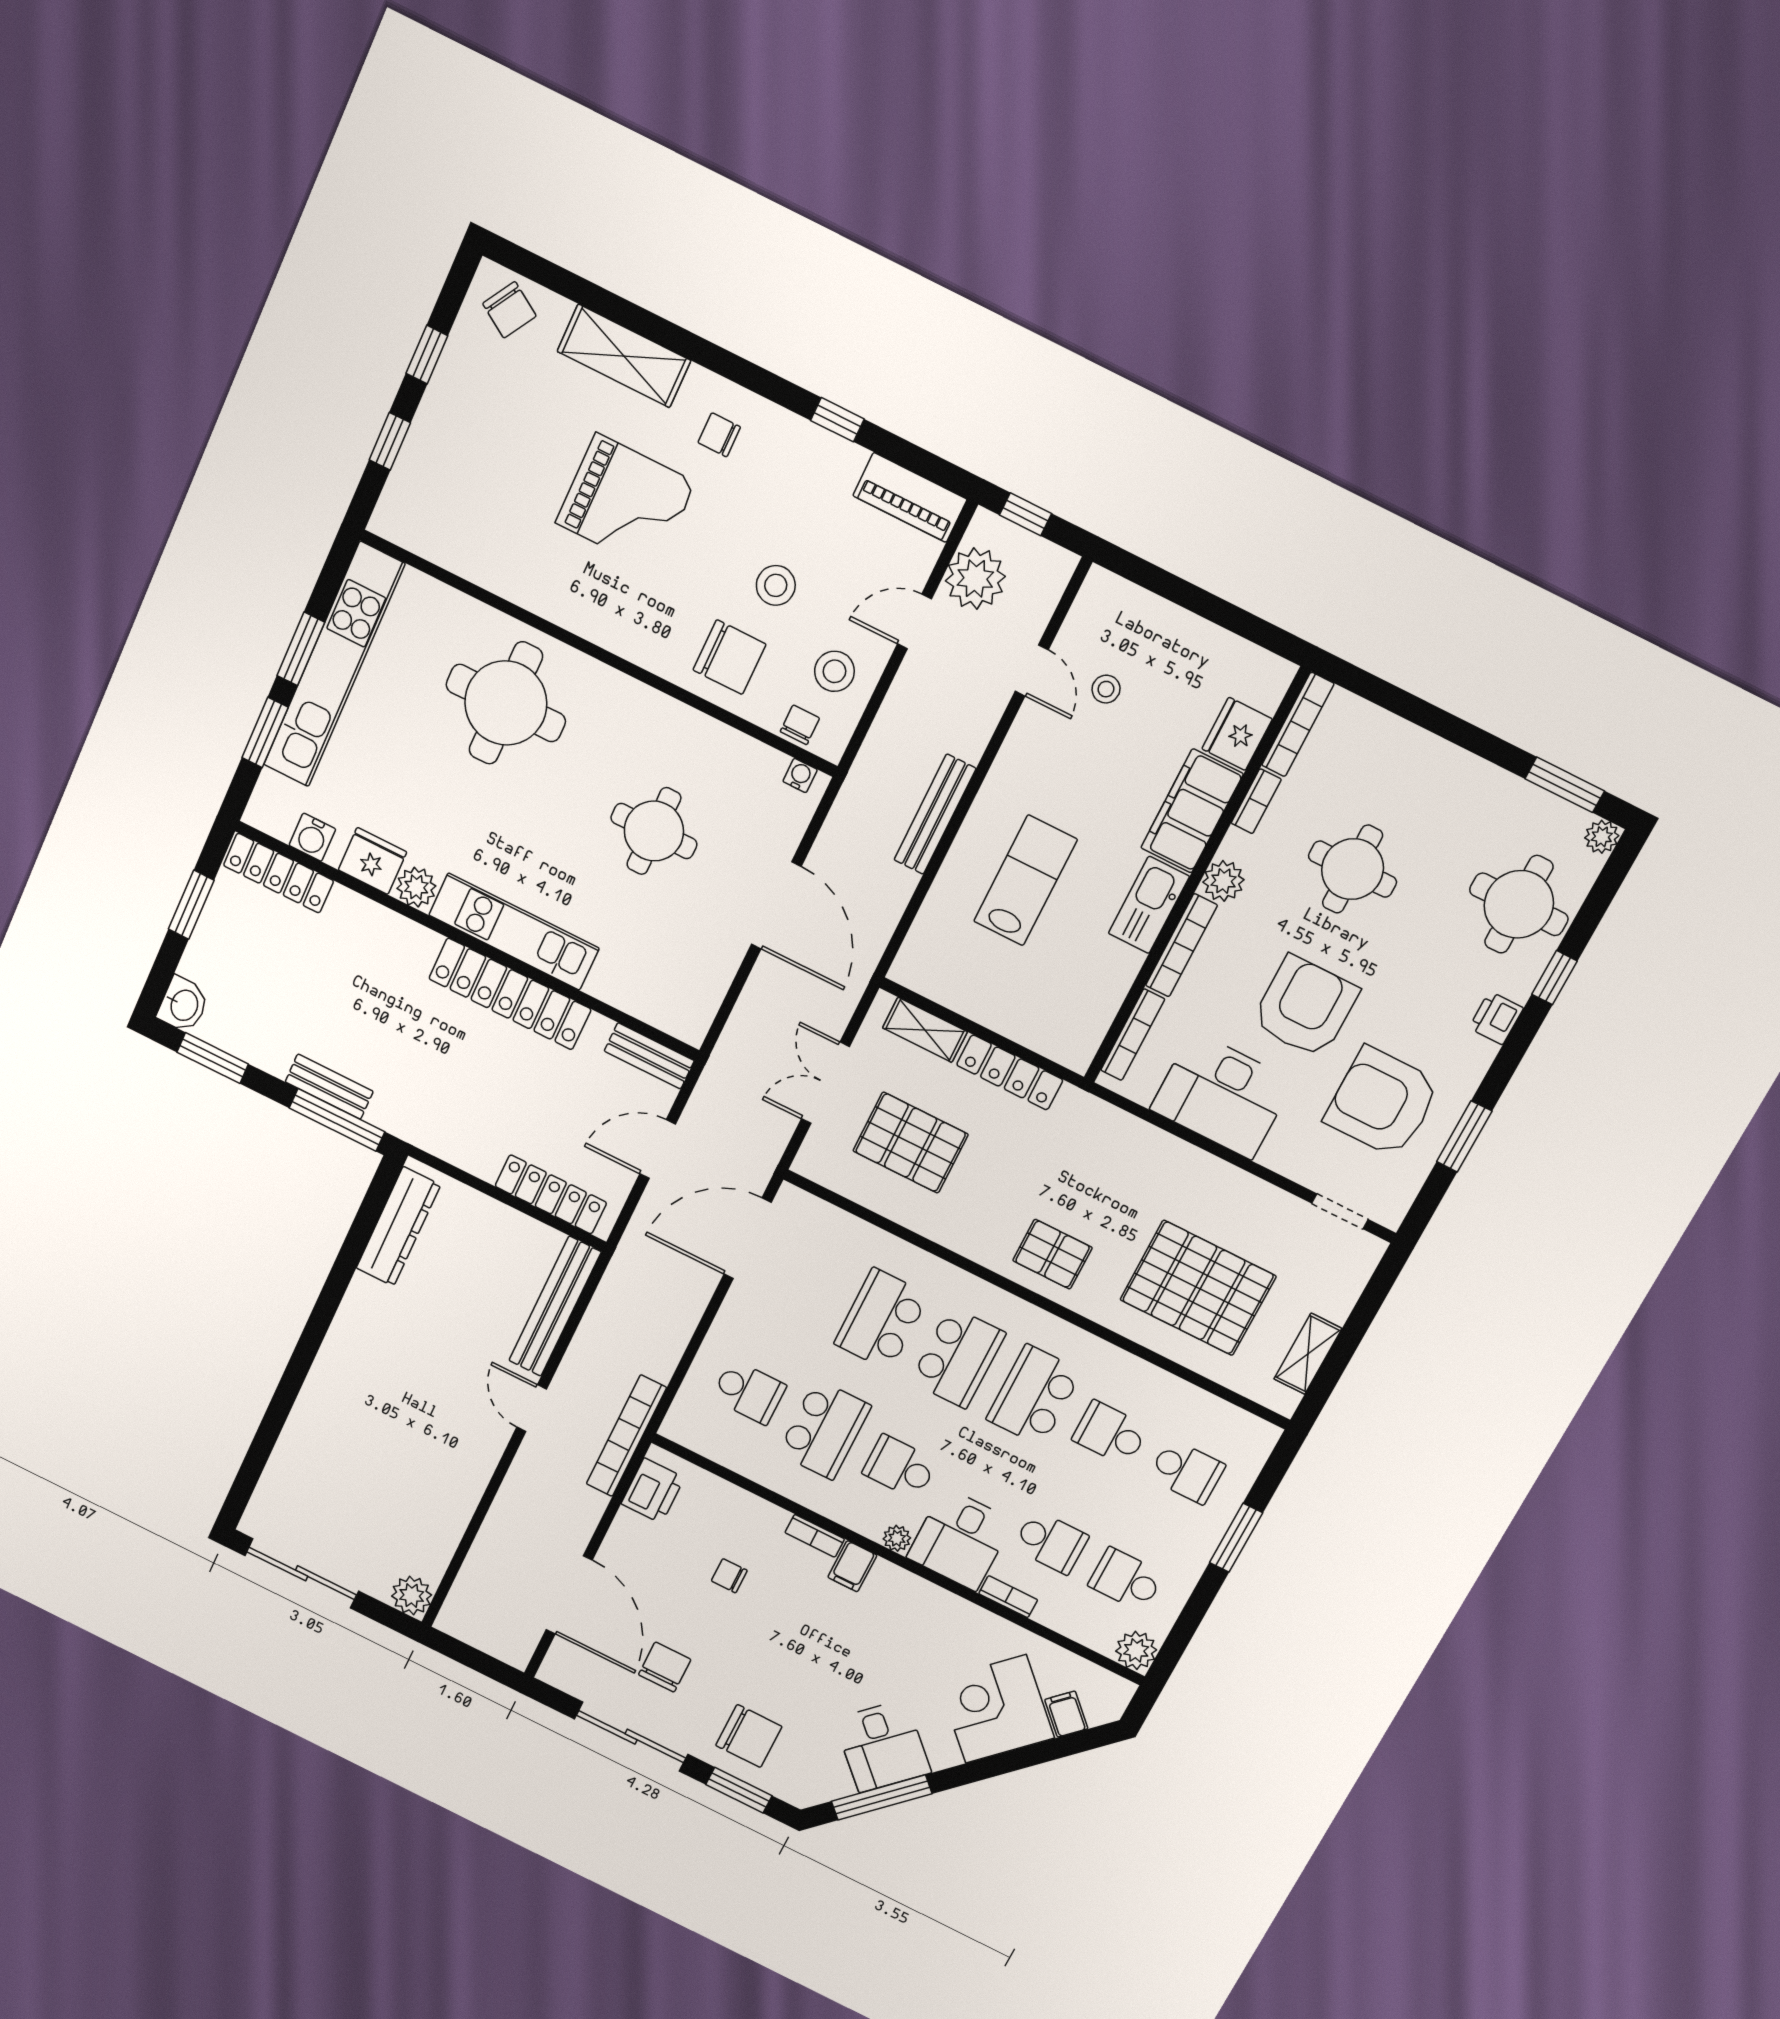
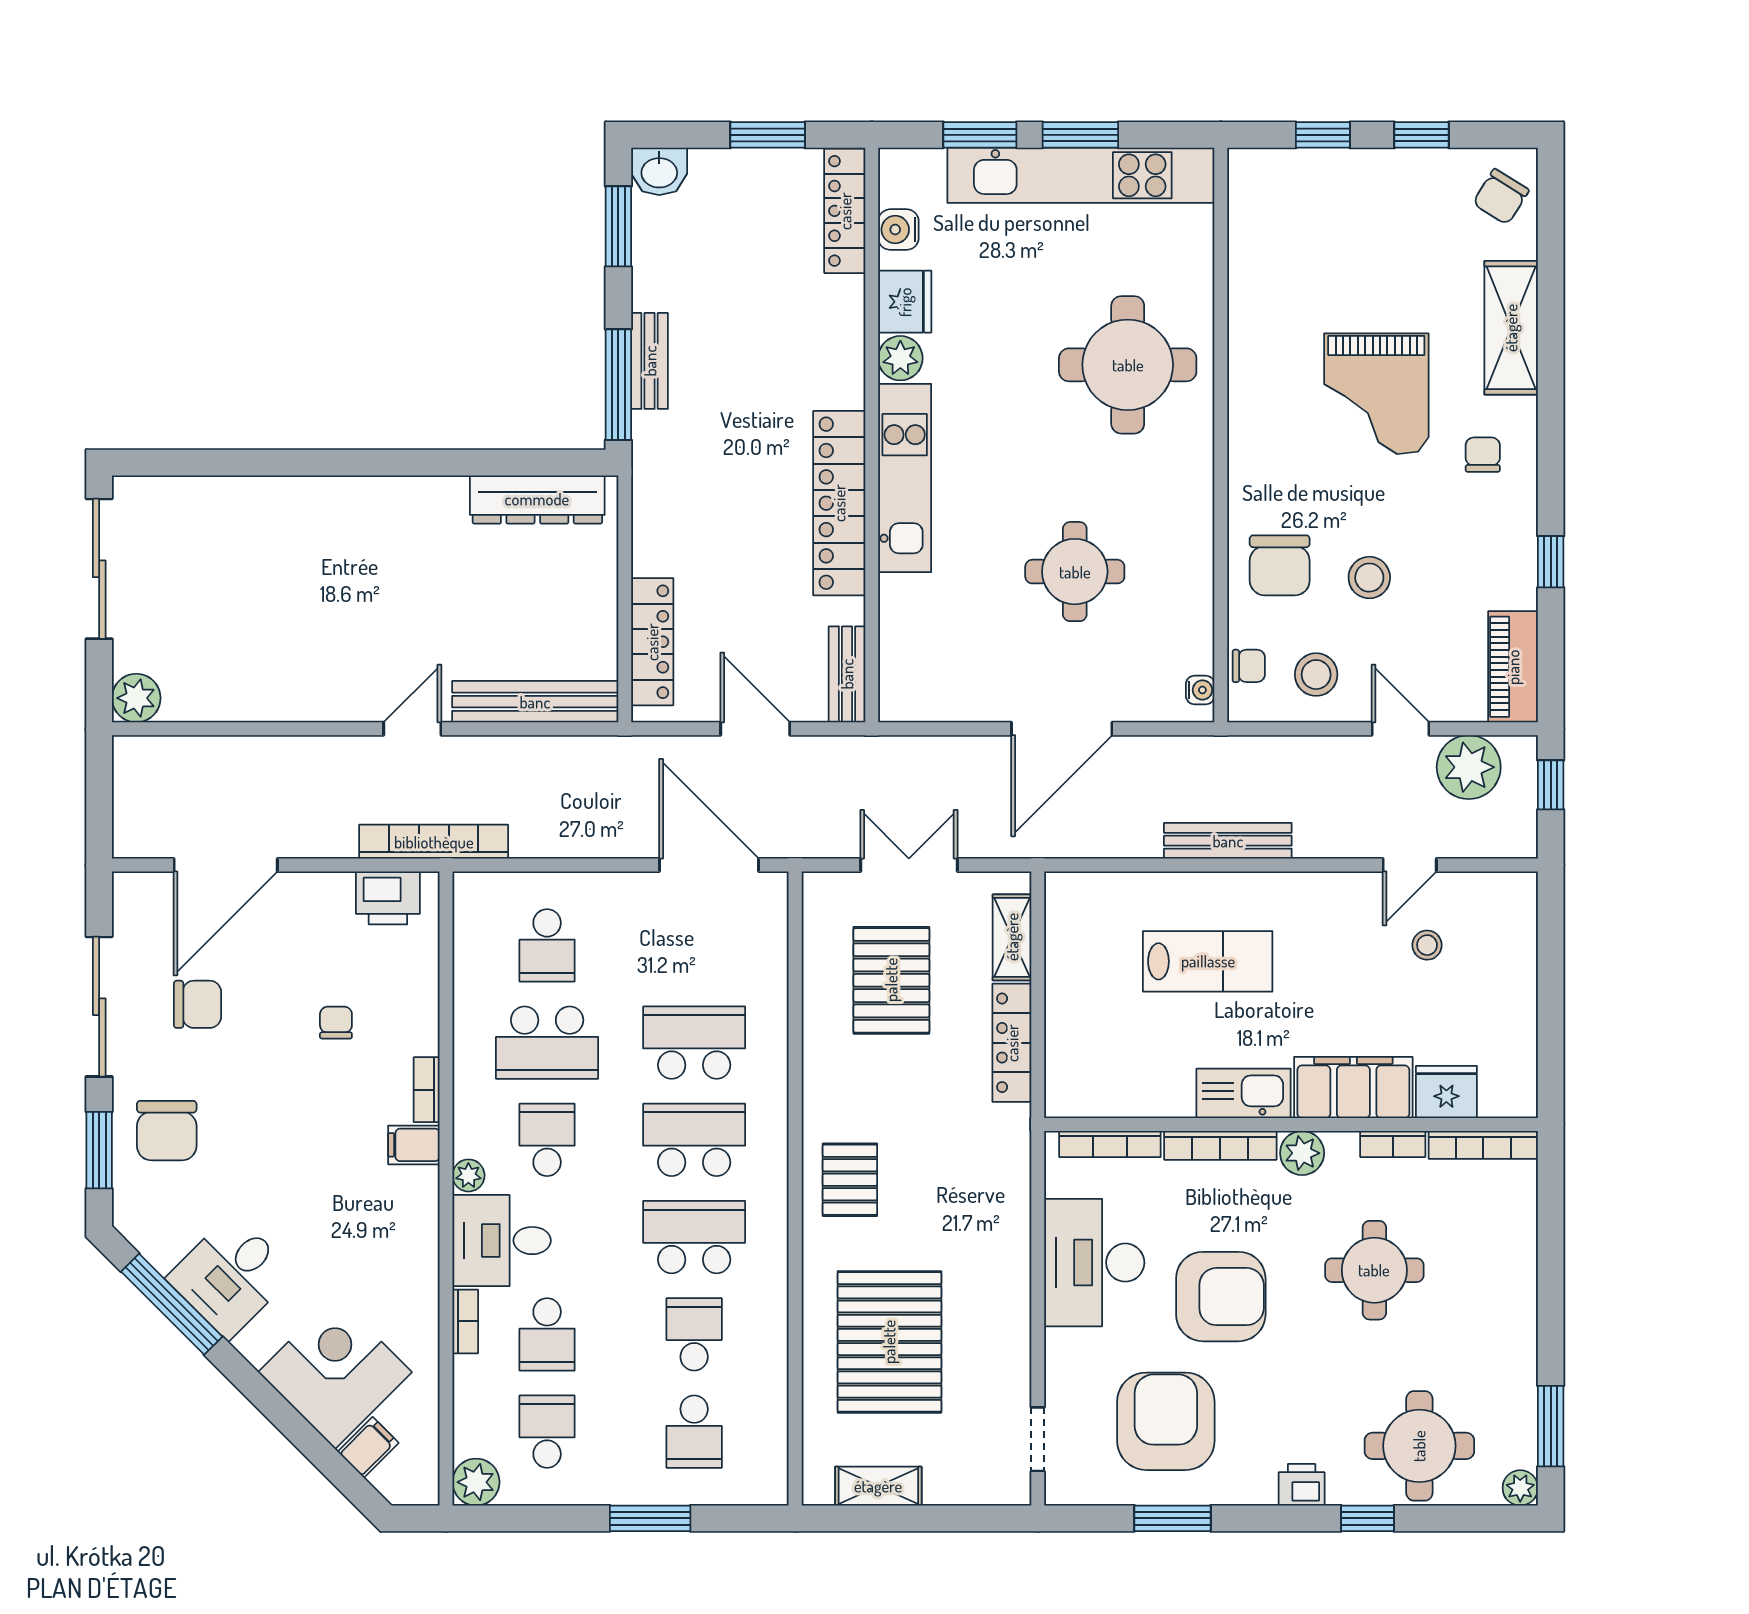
school desk: (958, 1357) -> (694, 1140), turned 180

